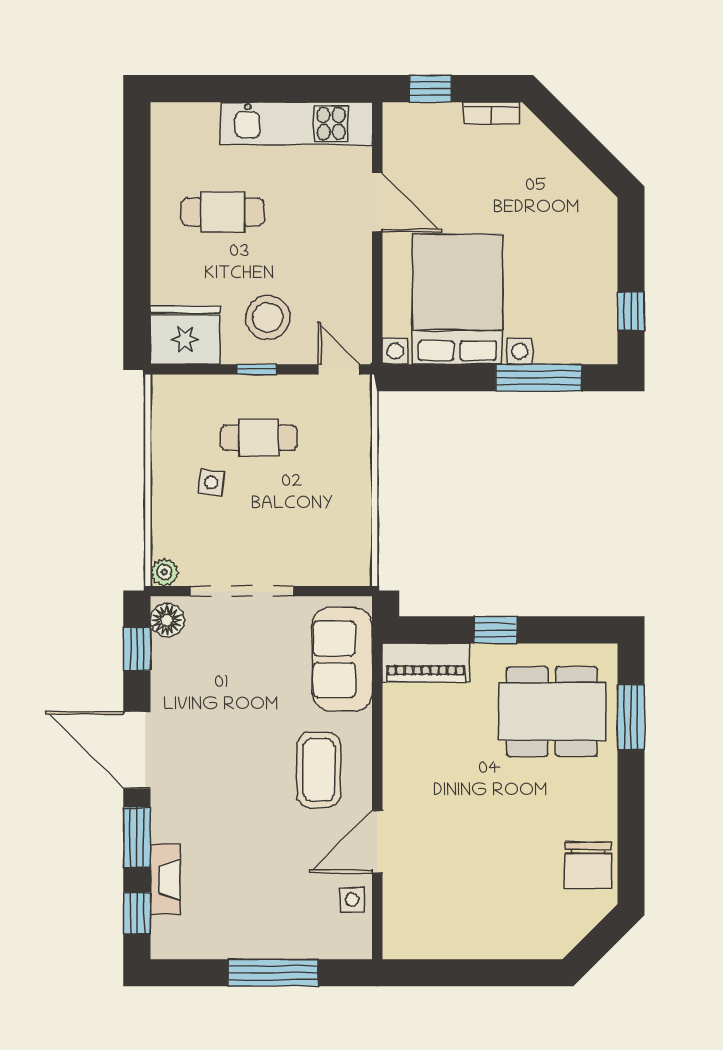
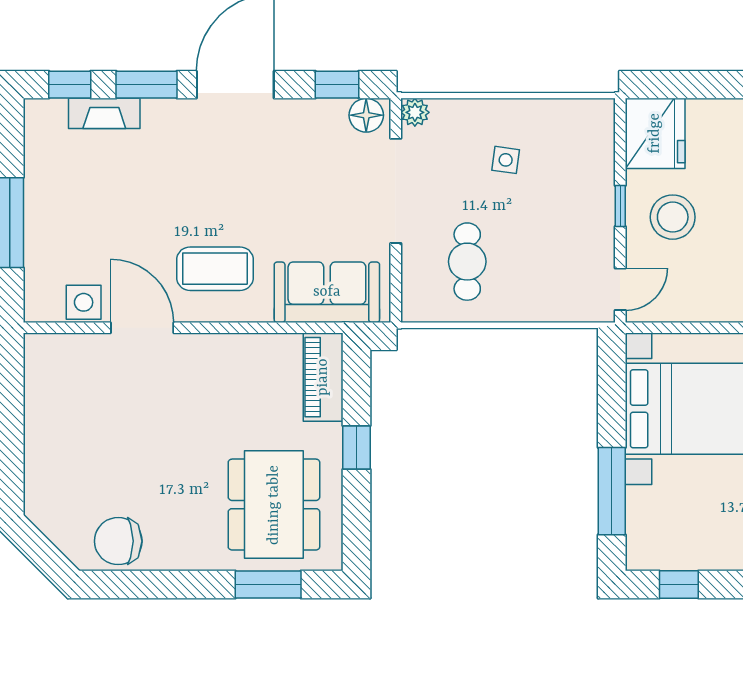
cafe table: (259, 438) -> (467, 262), moved
side table: (352, 900) -> (84, 302), width x1.37, depth x1.37

